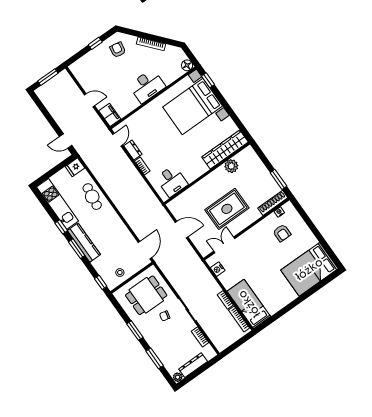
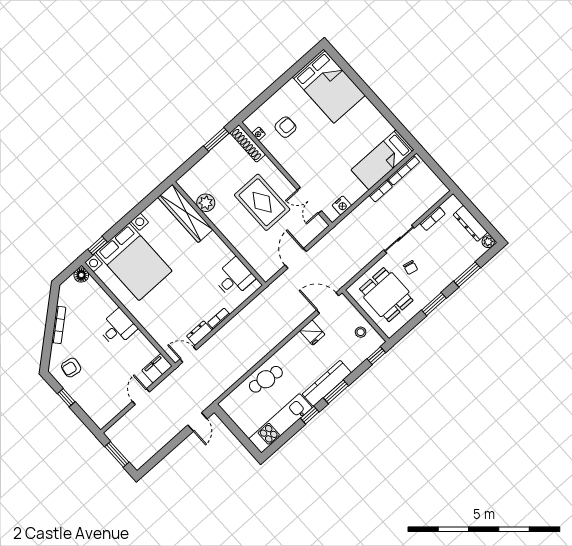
desk: (147, 86) -> (117, 328), width x0.73
fridge: (75, 167) -> (312, 333), moved

